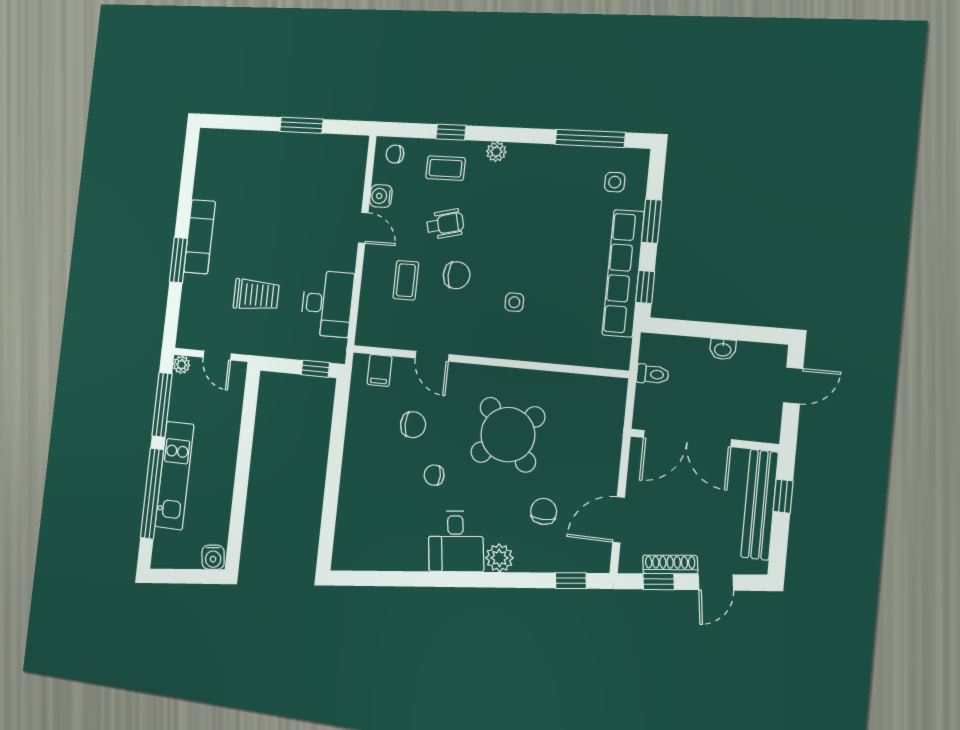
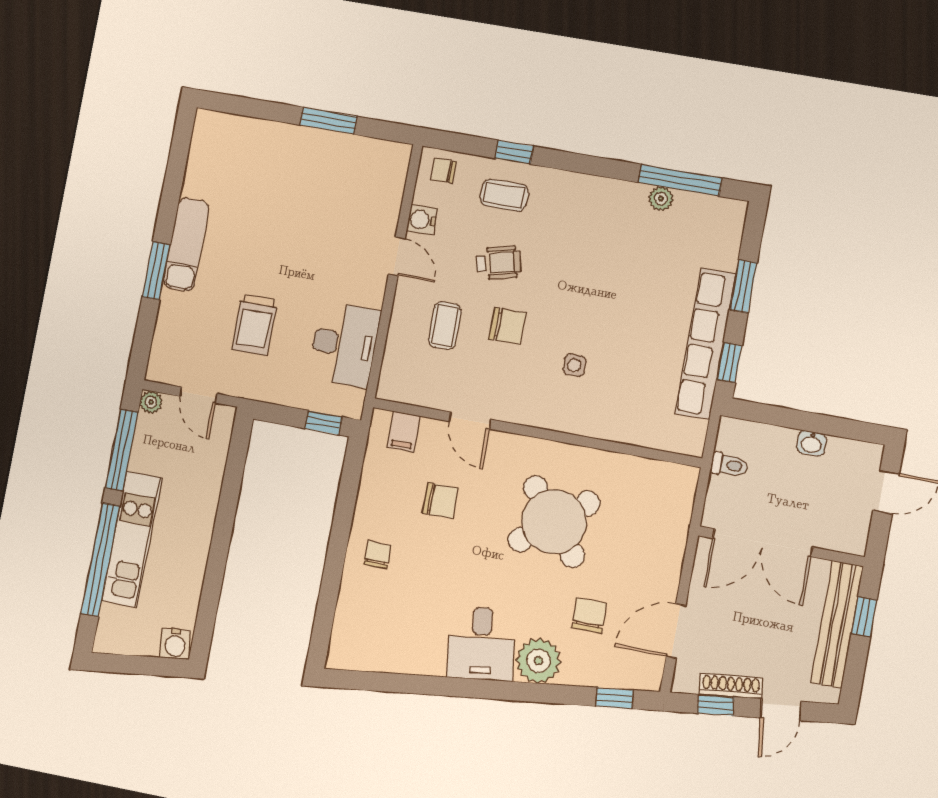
plant: (496, 152) -> (661, 198), moved
side table: (615, 182) -> (705, 235), removed
trolley: (256, 295) -> (255, 325), turned 90
chair: (434, 475) -> (378, 555), moved, turned 90
plant: (499, 558) -> (539, 661), width x1.36, depth x1.36

